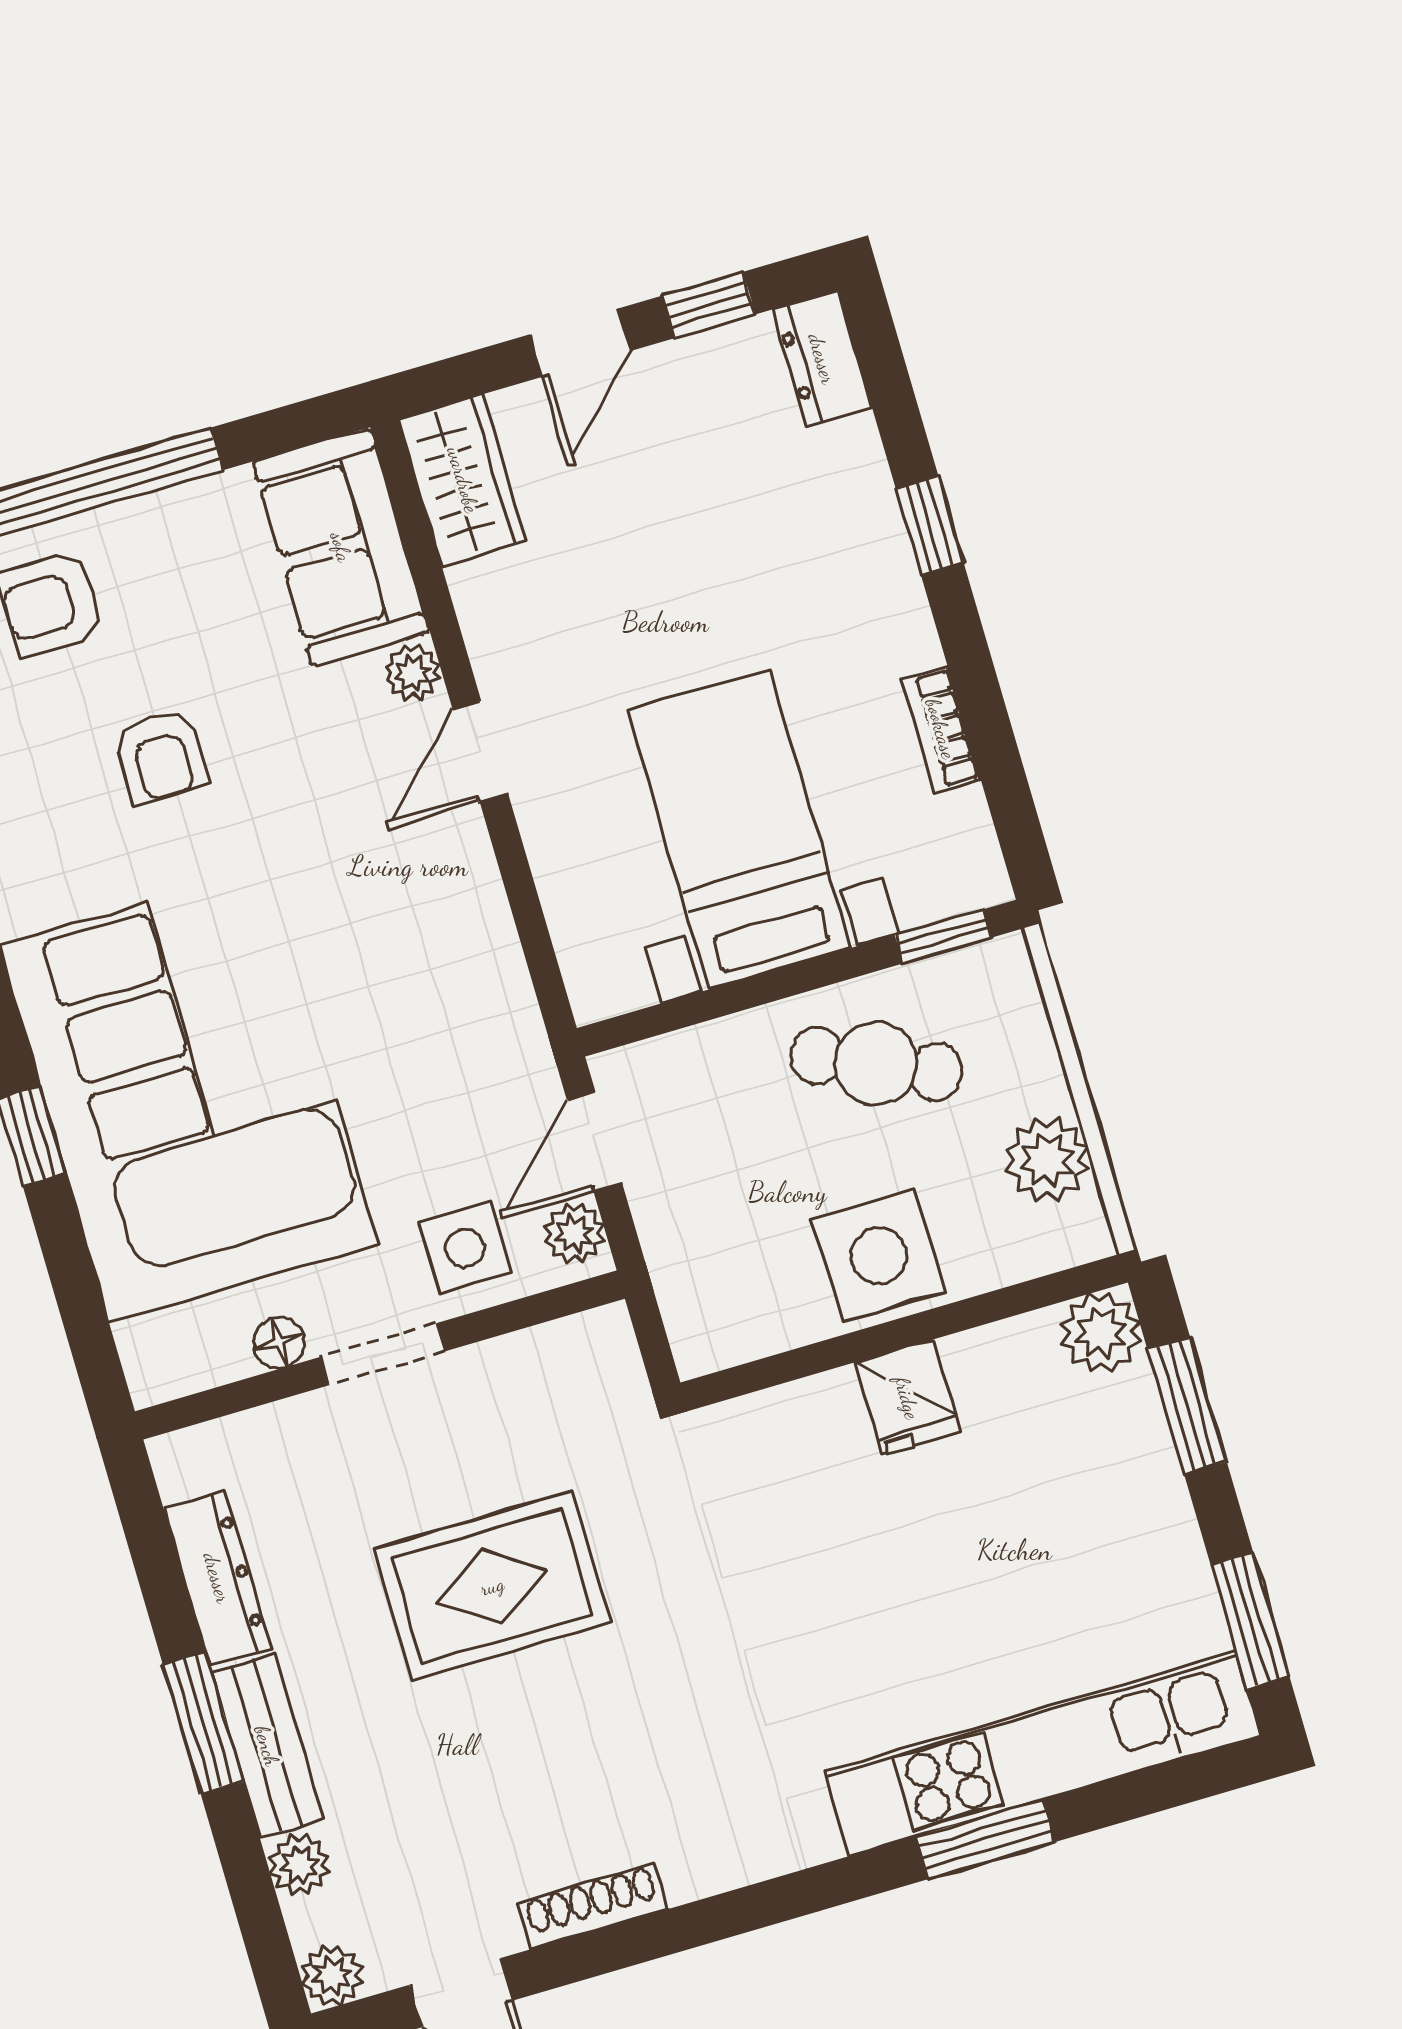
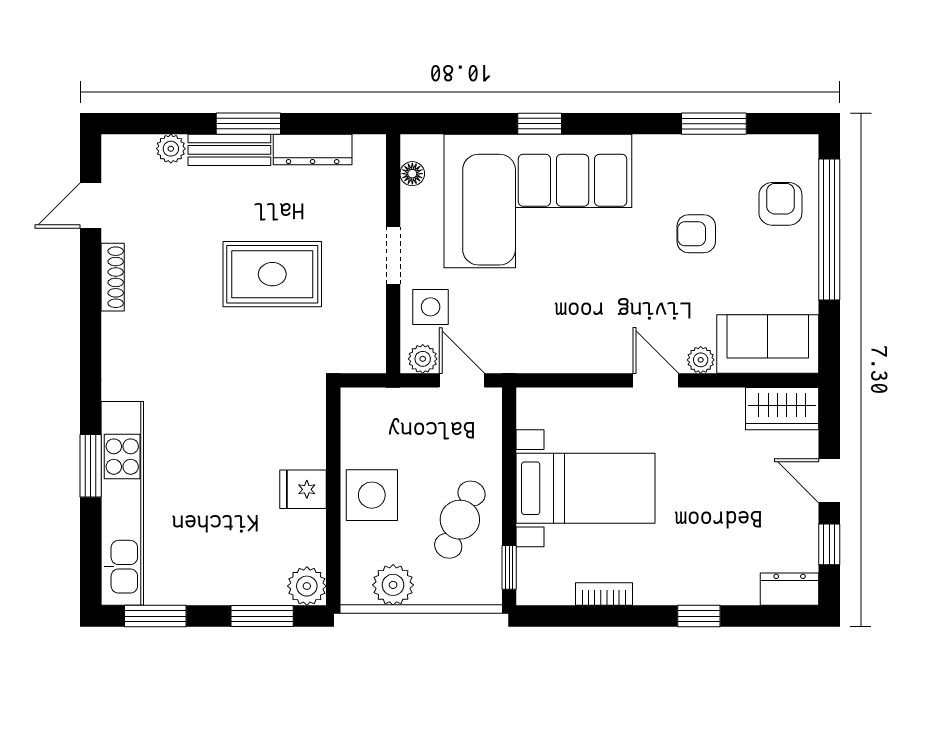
floor lamp: (279, 1342) -> (412, 174), moved
rug: (492, 1586) -> (272, 274), turned 90
plant: (332, 1976) -> (116, 149), removed

